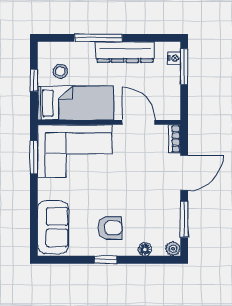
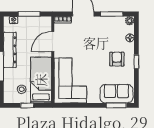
window: (184, 67) -> (29, 14), moved
window: (34, 157) -> (116, 105), moved

